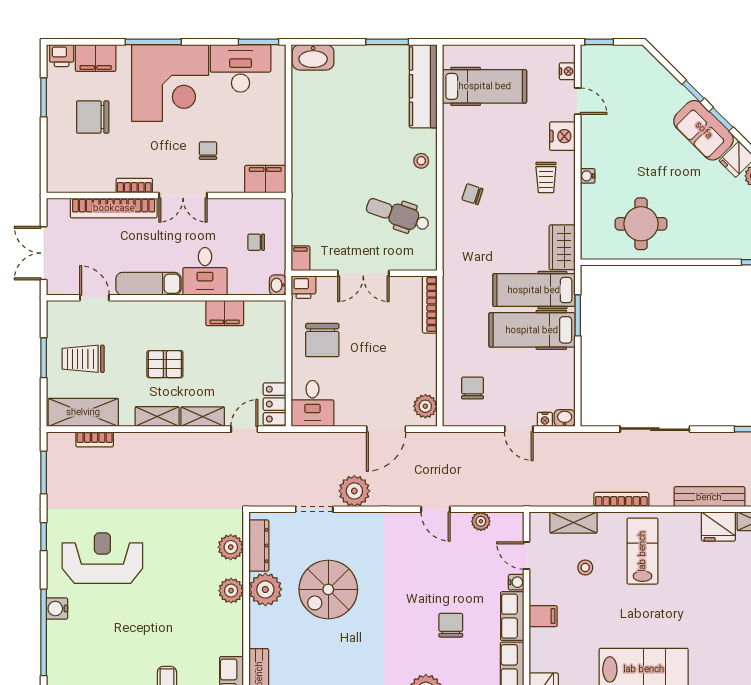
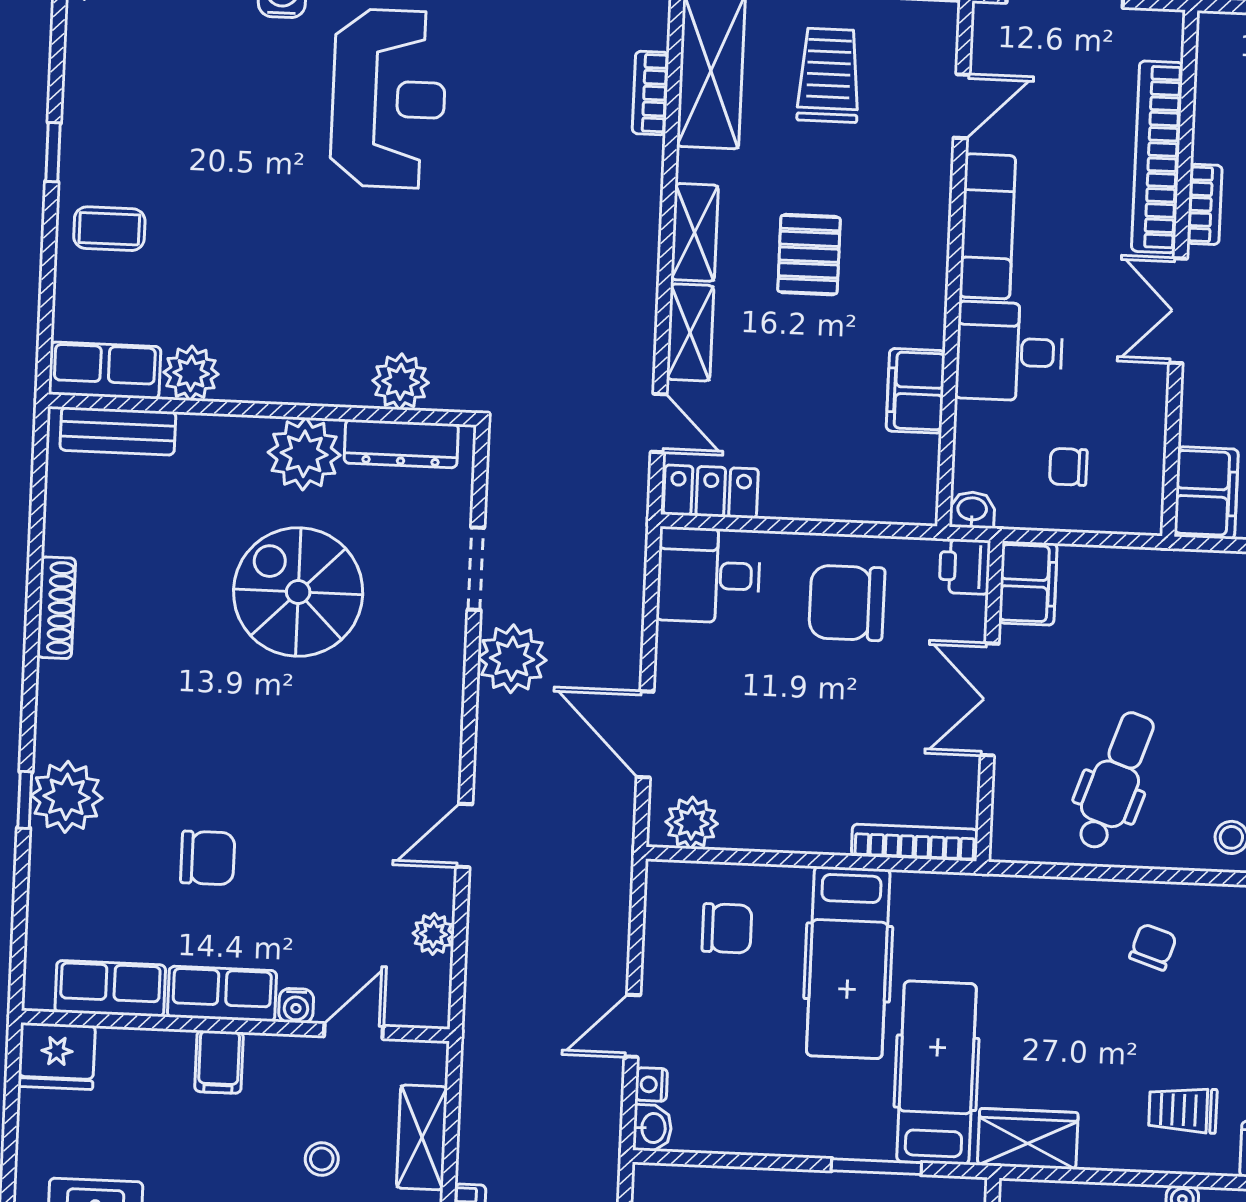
chair: (256, 242) -> (1068, 467), turned -90
filing cabinet: (300, 258) -> (1028, 583), width x2.00
hospital bed: (532, 330) -> (848, 962), moved, turned 180
plant: (231, 591) -> (191, 373), moved

